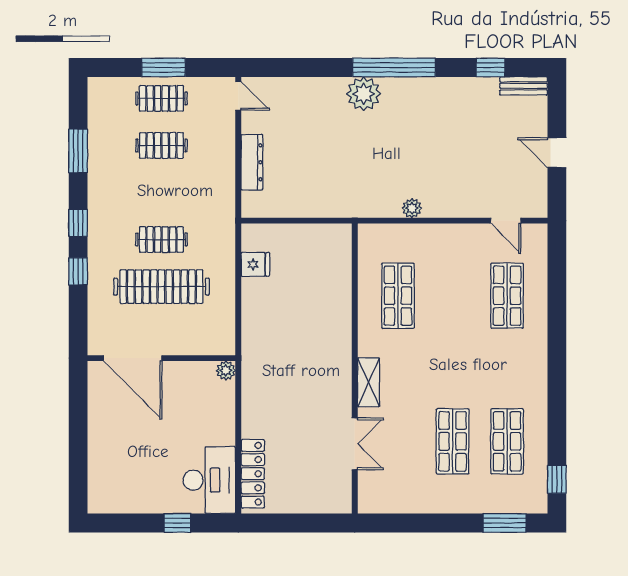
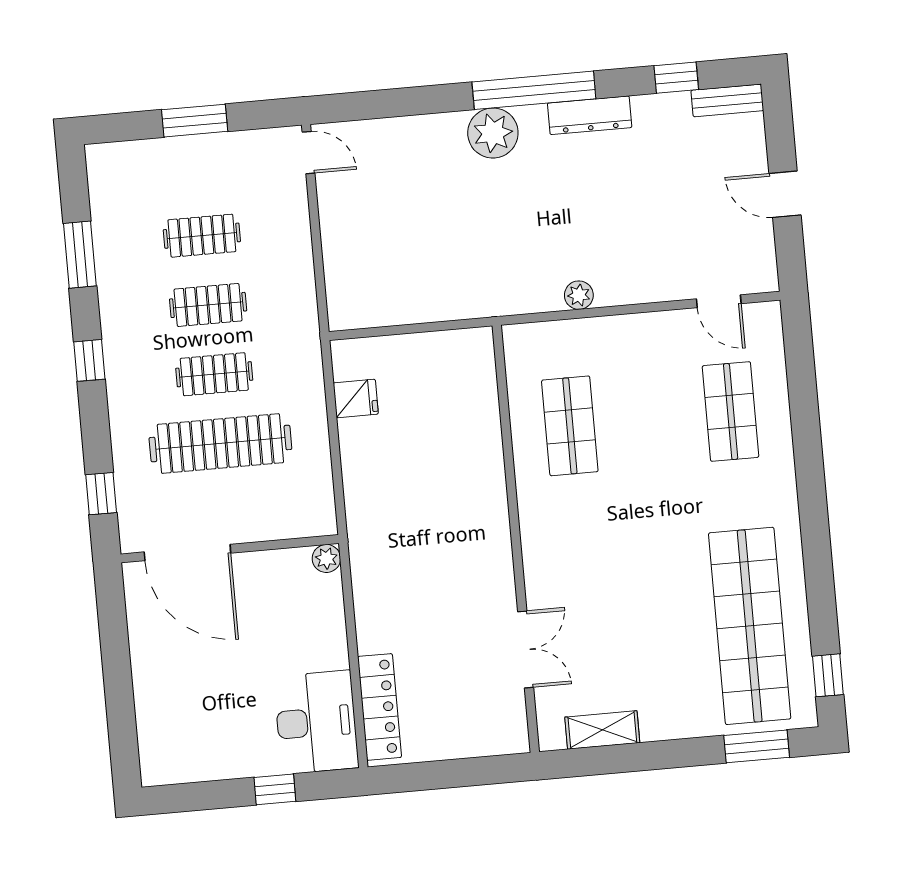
clothes rail: (161, 98) -> (208, 305), moved
dresser: (252, 162) -> (590, 115), moved, turned 90
window: (78, 271) -> (101, 494), moved
shelving: (369, 382) -> (602, 730), moved, turned 90
shop shelf: (453, 441) -> (669, 633), removed
shop shelf: (507, 441) -> (750, 626), width x2.00, depth x1.36

